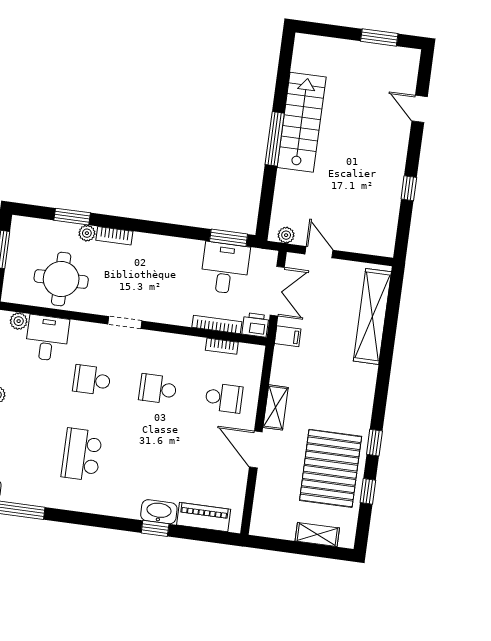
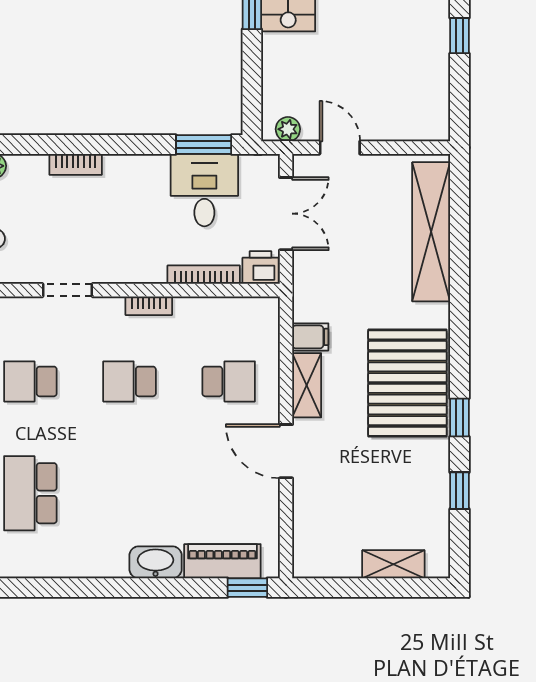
bookcase: (114, 236) -> (76, 164), moved
filing cabinet: (288, 336) -> (310, 337), moved
bookcase: (222, 346) -> (149, 306), moved
pallet: (331, 468) -> (407, 383), moved
window: (155, 528) -> (247, 588), moved

